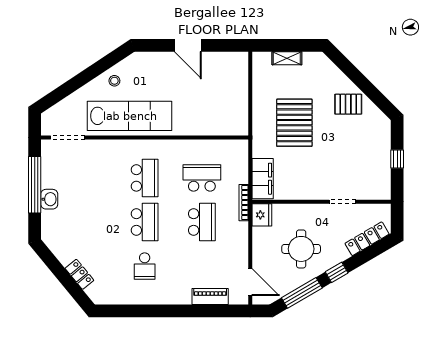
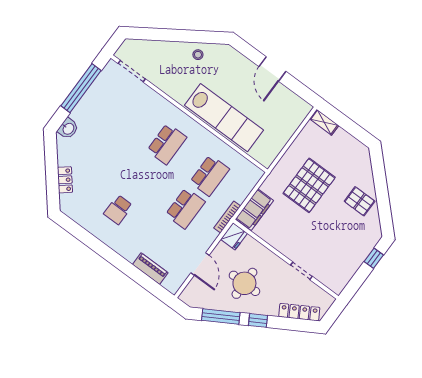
shelving: (287, 58) -> (324, 122), moved
lab bench: (130, 116) -> (224, 118), moved
window: (397, 159) -> (374, 258), moved
school desk: (202, 178) -> (210, 176), turned 90
washbasin: (49, 199) -> (68, 129), moved
school desk: (145, 222) -> (142, 177), removed
door: (250, 282) -> (200, 264), moved

